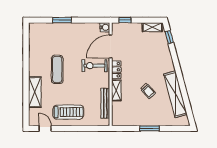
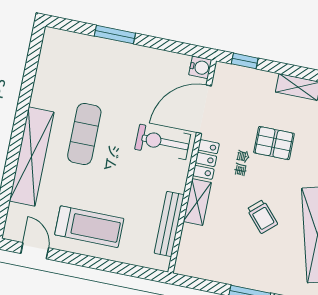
pallet: (146, 56) -> (274, 143), added
shelving: (35, 92) -> (32, 156), width x1.47

